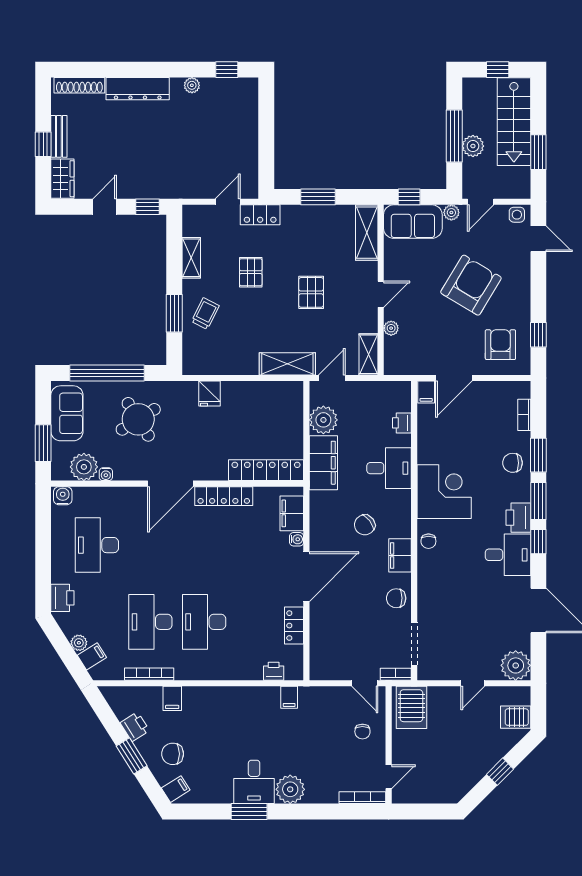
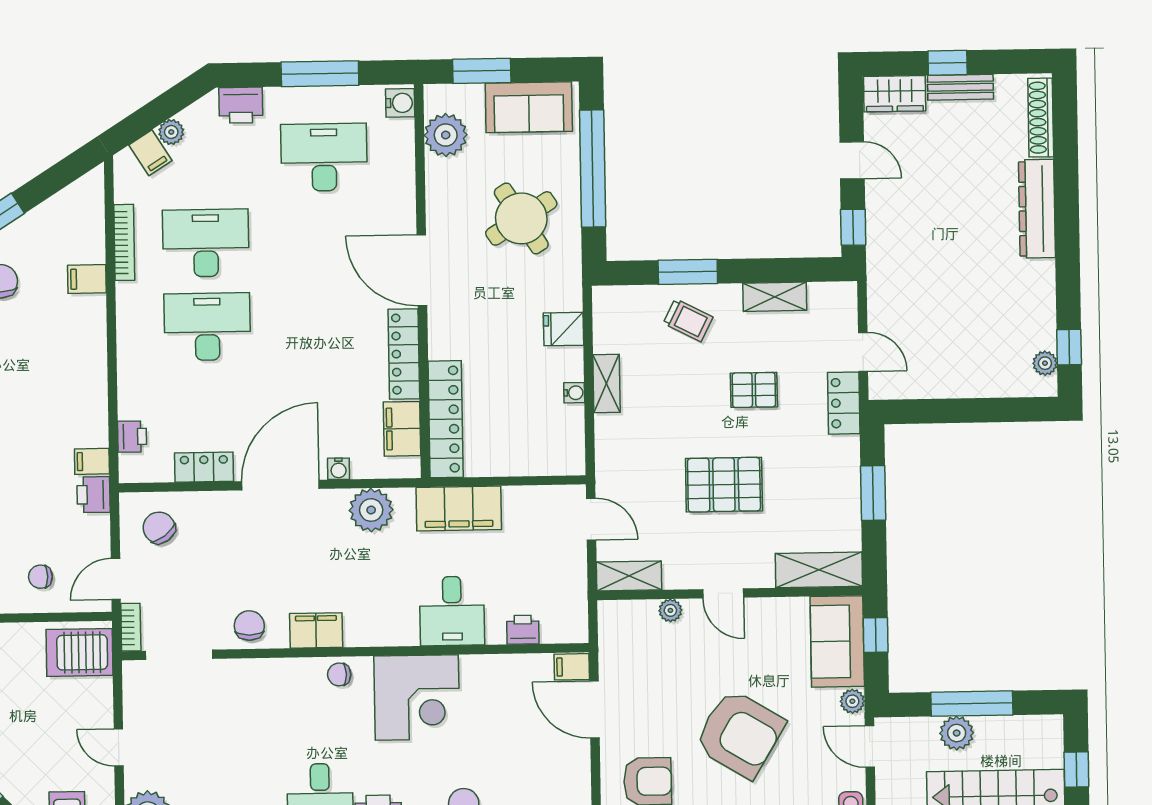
plant: (192, 85) -> (1045, 363), moved
pallet: (311, 292) -> (724, 485), width x1.50, depth x1.42
shelving: (287, 364) -> (606, 383), moved, width x0.67, depth x0.75
plant: (323, 420) -> (371, 510), moved
water cooler: (106, 474) -> (574, 393), moved, turned 180
filing cabinet: (292, 513) -> (402, 429), moved, turned -90
chair: (365, 525) -> (159, 528), moved
window: (43, 547) -> (320, 74), added
door: (306, 577) -> (280, 485), swing flipped
printer: (135, 727) -> (93, 495), moved, turned 122

